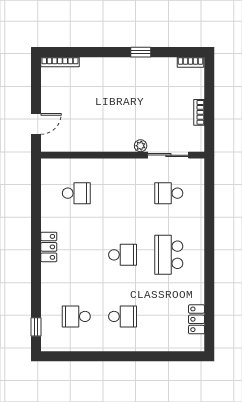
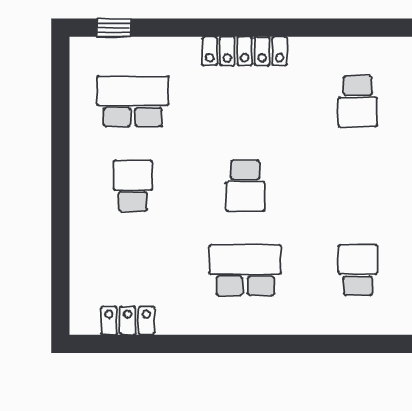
locker: (49, 247) -> (245, 51), width x1.53
school desk: (76, 316) -> (133, 101), width x1.85
school desk: (123, 316) -> (133, 186), turned 180

